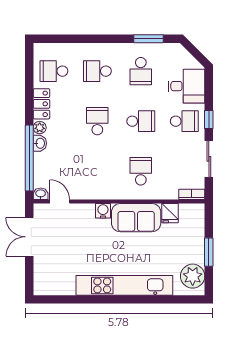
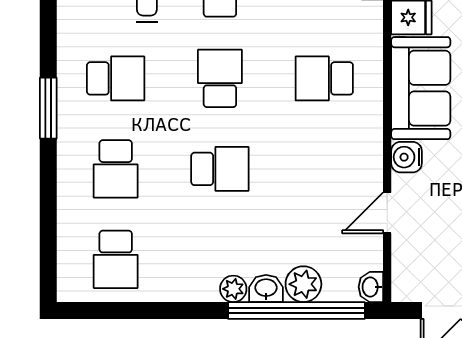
window: (148, 39) -> (48, 108), moved
locker: (41, 104) -> (184, 285), removed
school desk: (97, 121) -> (220, 169), turned 180
plant: (42, 161) -> (303, 284), added
door: (60, 202) -> (387, 213), moved

